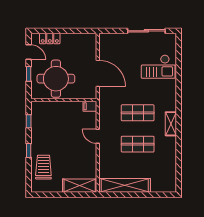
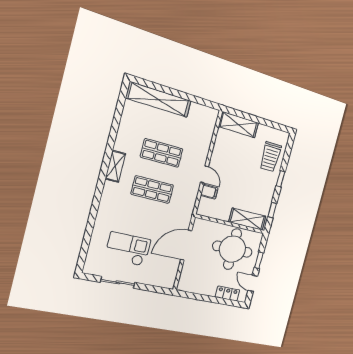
sliding door: (146, 31) -> (118, 282), width x0.73
checkout: (158, 67) -> (128, 249), moved
door: (98, 73) -> (186, 245), hinge flipped
filing cabinet: (90, 106) -> (209, 192), moved
shelving: (49, 108) -> (247, 219), added
shelving: (125, 185) -> (159, 100), moved

